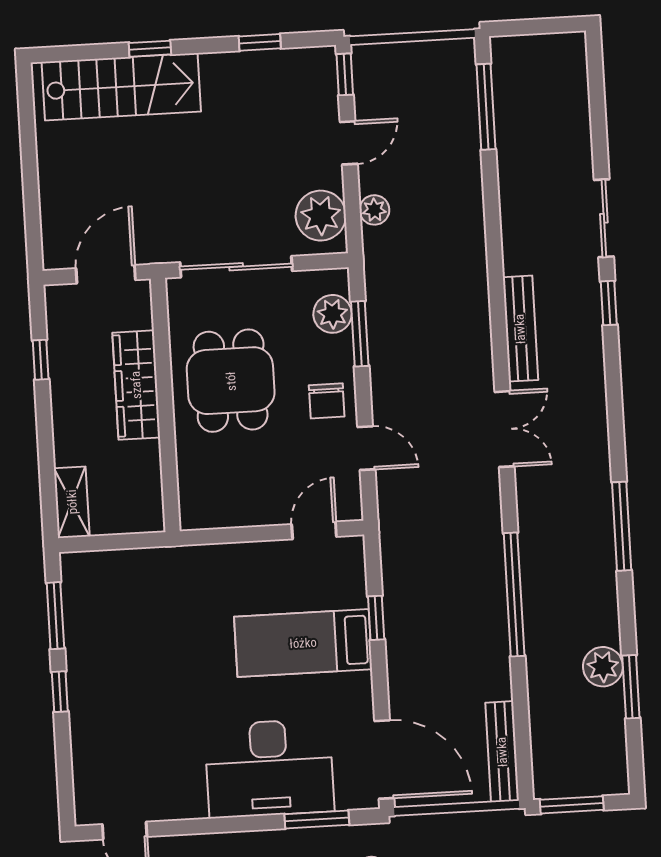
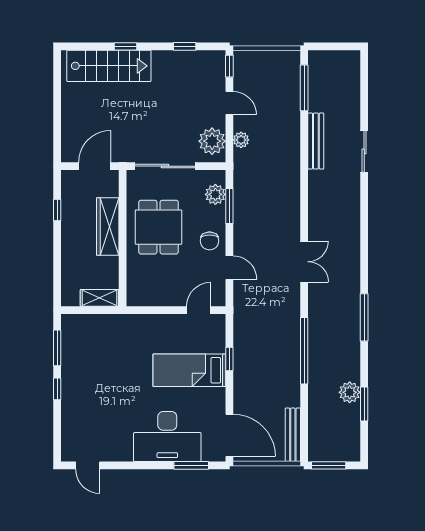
door: (349, 143) -> (229, 103), hinge flipped
window: (609, 303) -> (364, 197), removed
bench: (520, 329) -> (316, 141), moved
shelving: (72, 502) -> (99, 298), moved, turned 90

